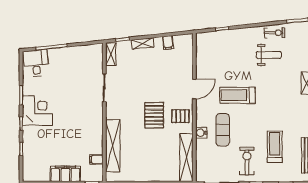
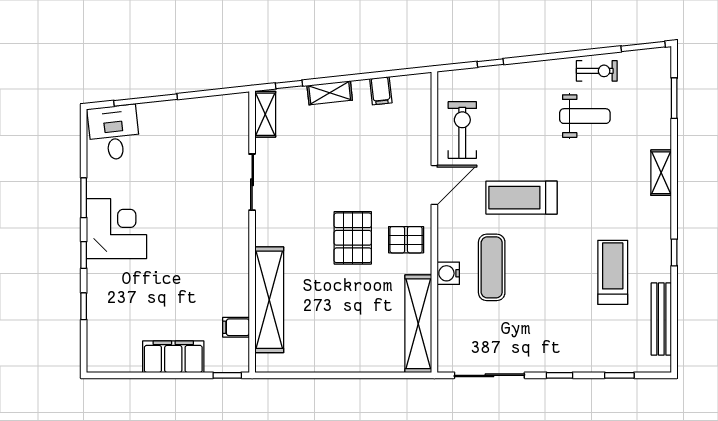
treadmill: (275, 147) -> (613, 272), moved
exercise bike: (247, 161) -> (462, 130), moved

